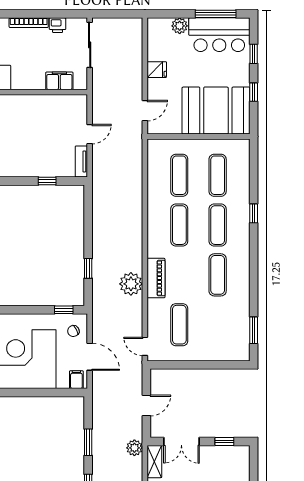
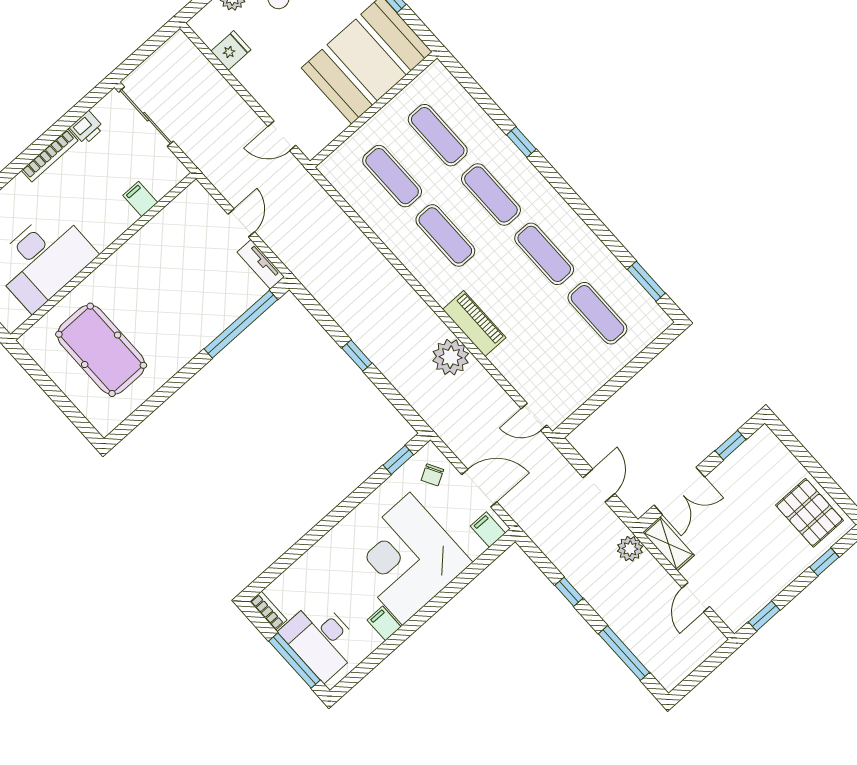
fridge: (157, 70) -> (231, 50), moved
filing cabinet: (59, 81) -> (140, 199), width x0.50
door: (145, 111) -> (282, 136), swing flipped
window: (47, 181) -> (241, 324), width x3.17
window: (88, 268) -> (357, 356), moved
exercise mat: (179, 325) -> (597, 313), moved
window: (88, 442) -> (569, 592), width x0.67

